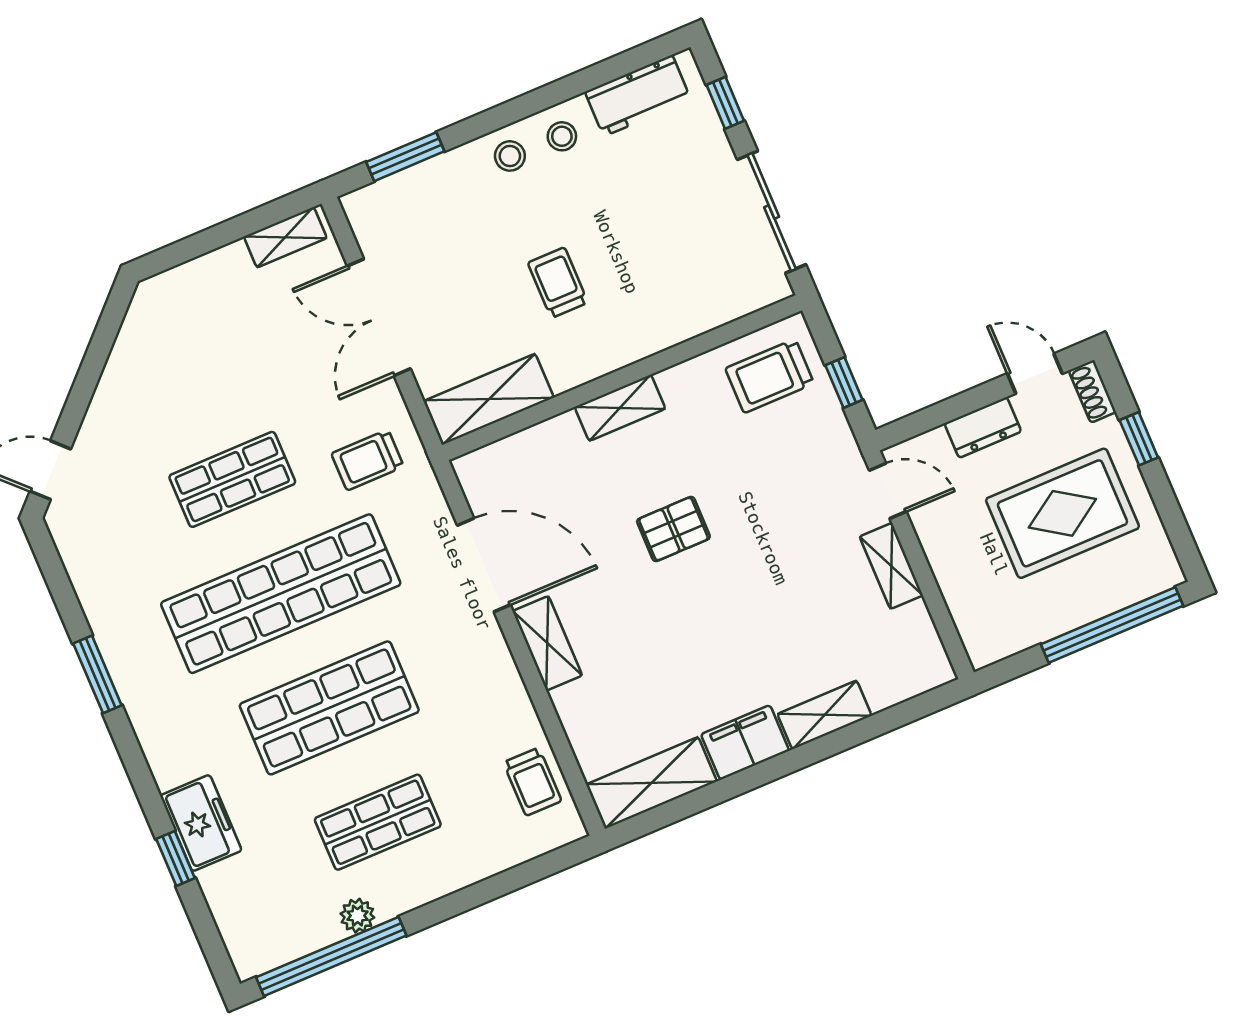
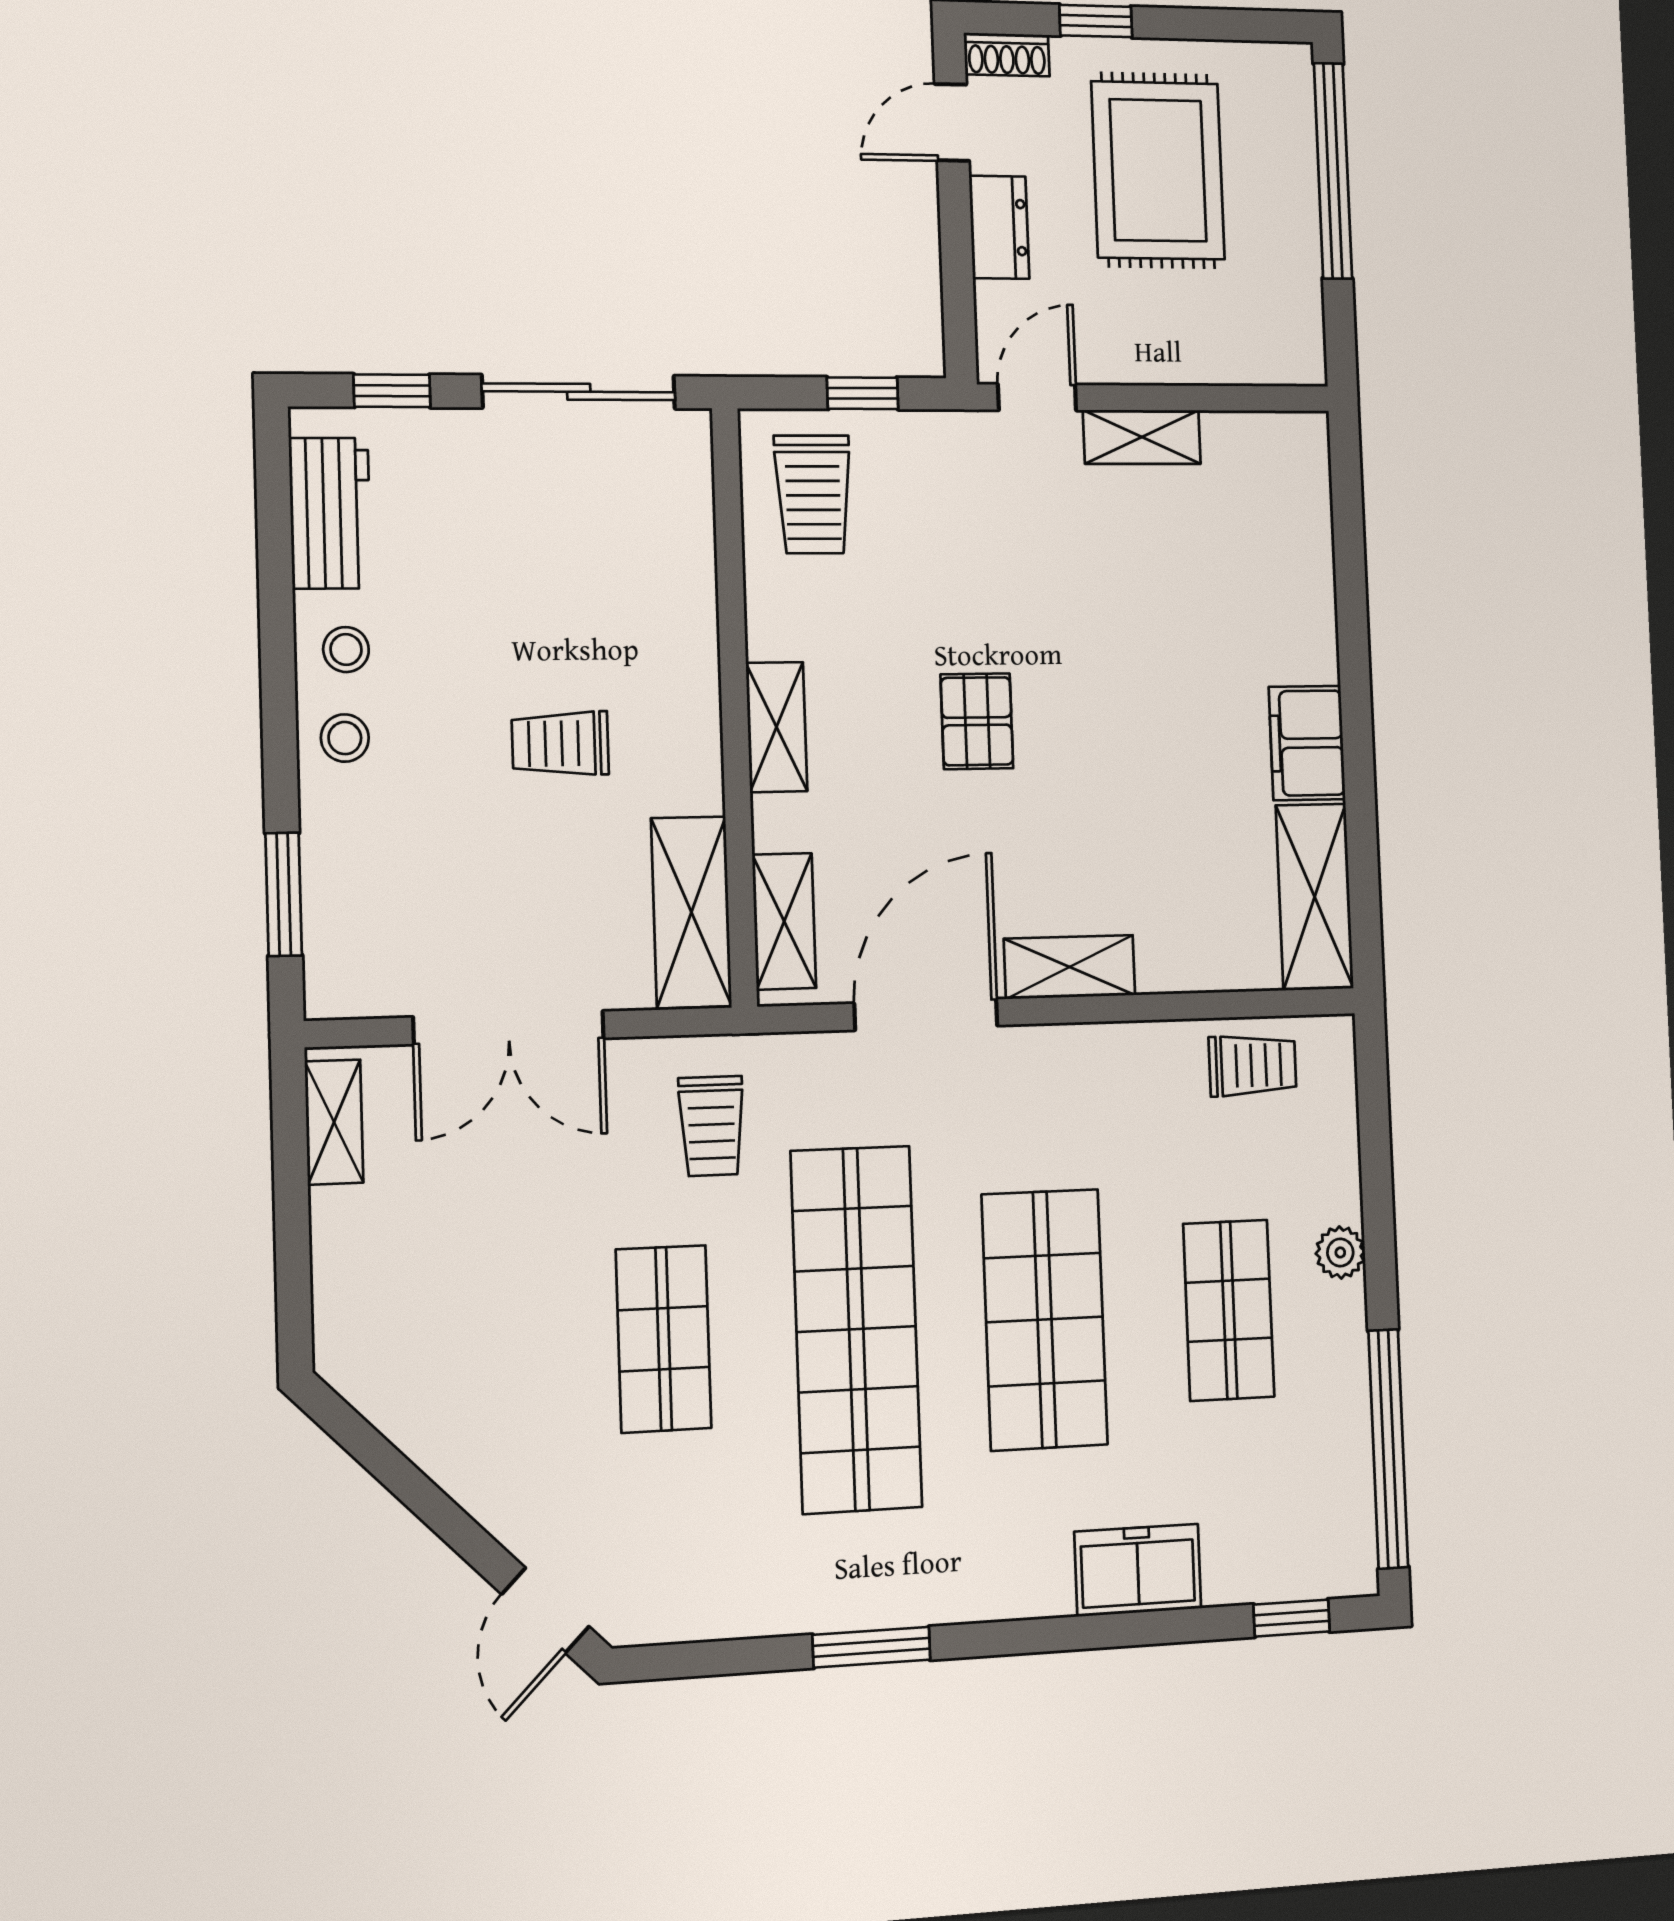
shelving: (824, 715) -> (784, 921), moved
window: (176, 858) -> (1292, 1618), moved
plant: (357, 916) -> (1340, 1252), moved

